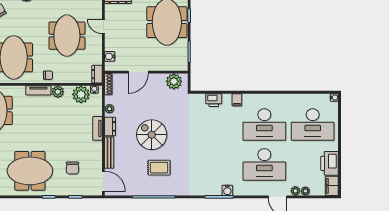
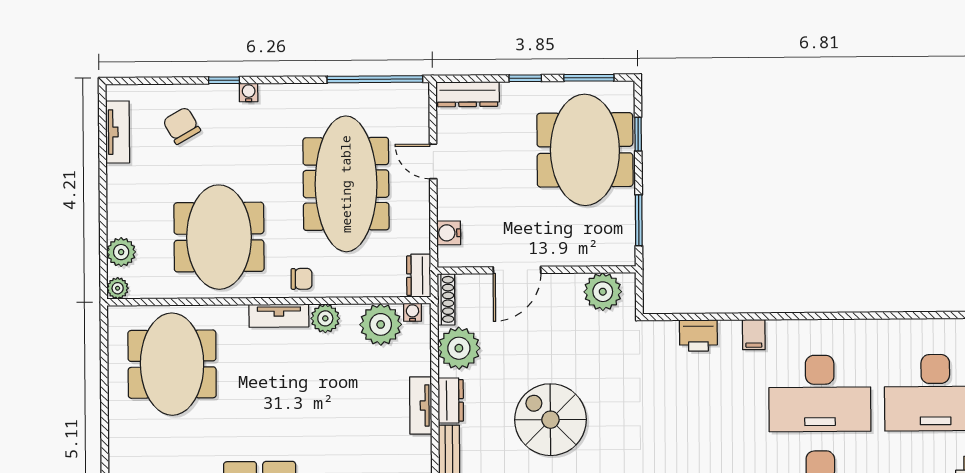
meeting table: (67, 36) -> (346, 184), width x1.36
plant: (109, 109) -> (459, 348), width x1.87, depth x1.87

